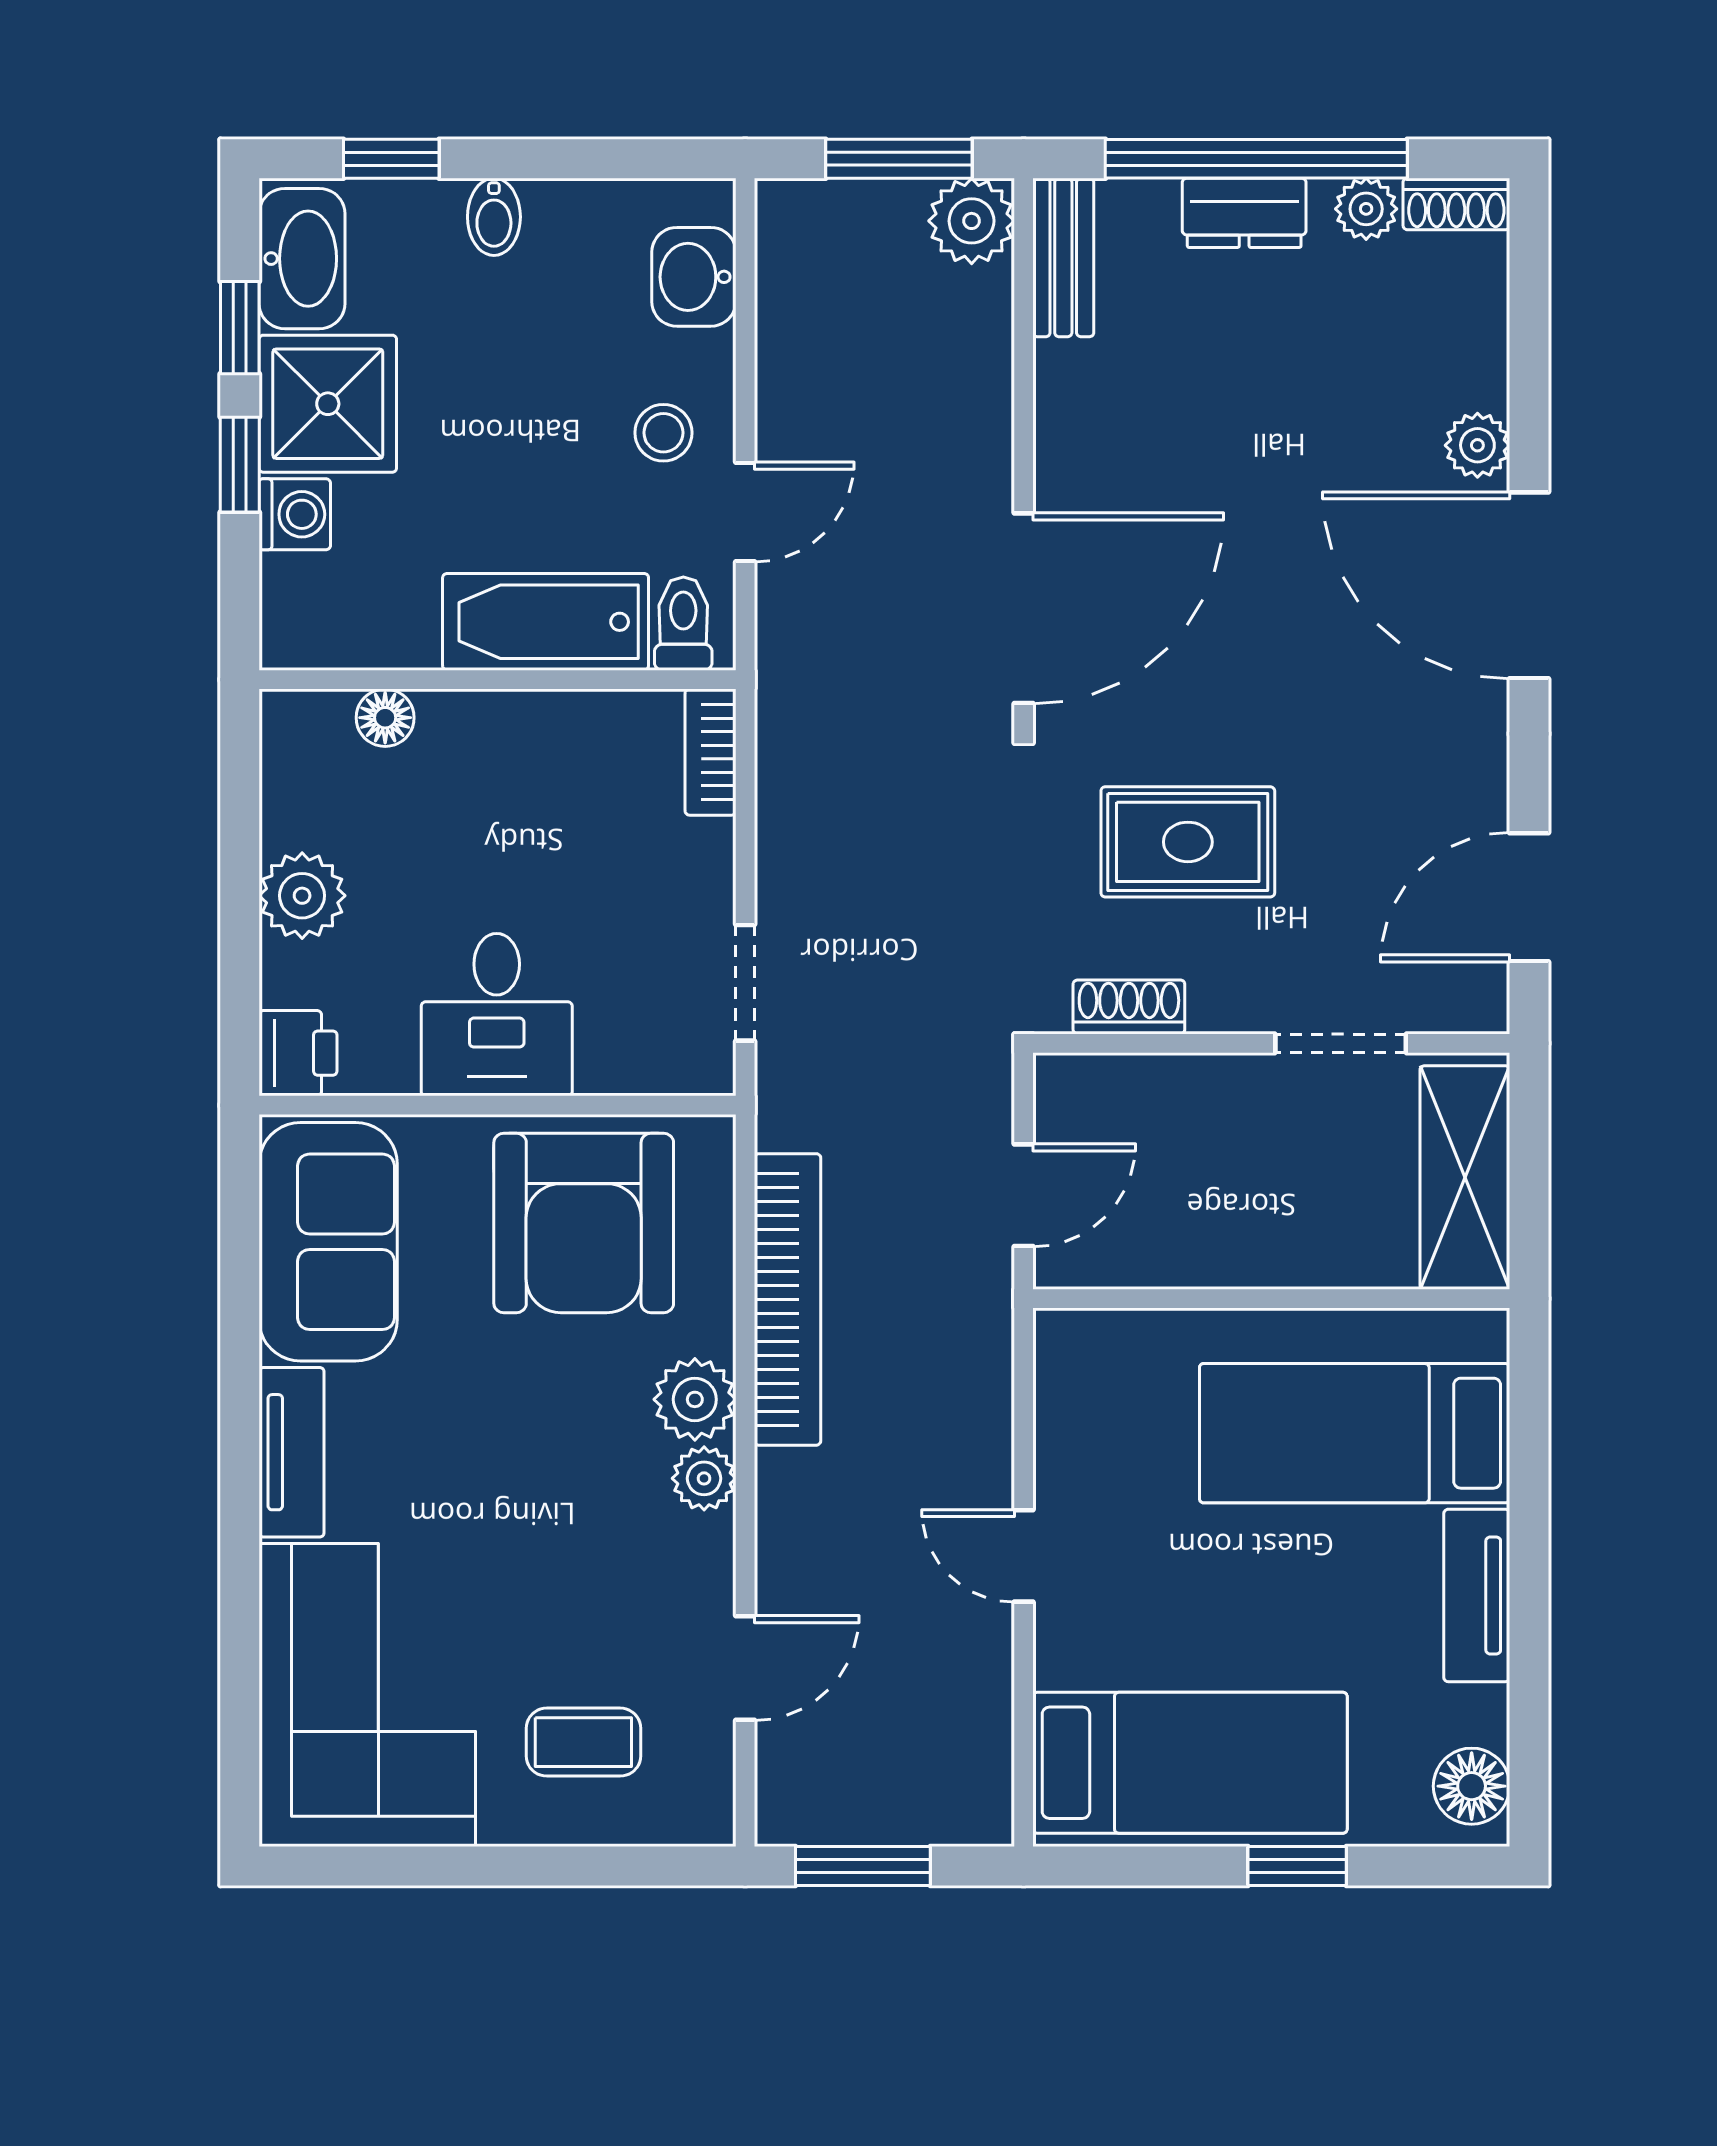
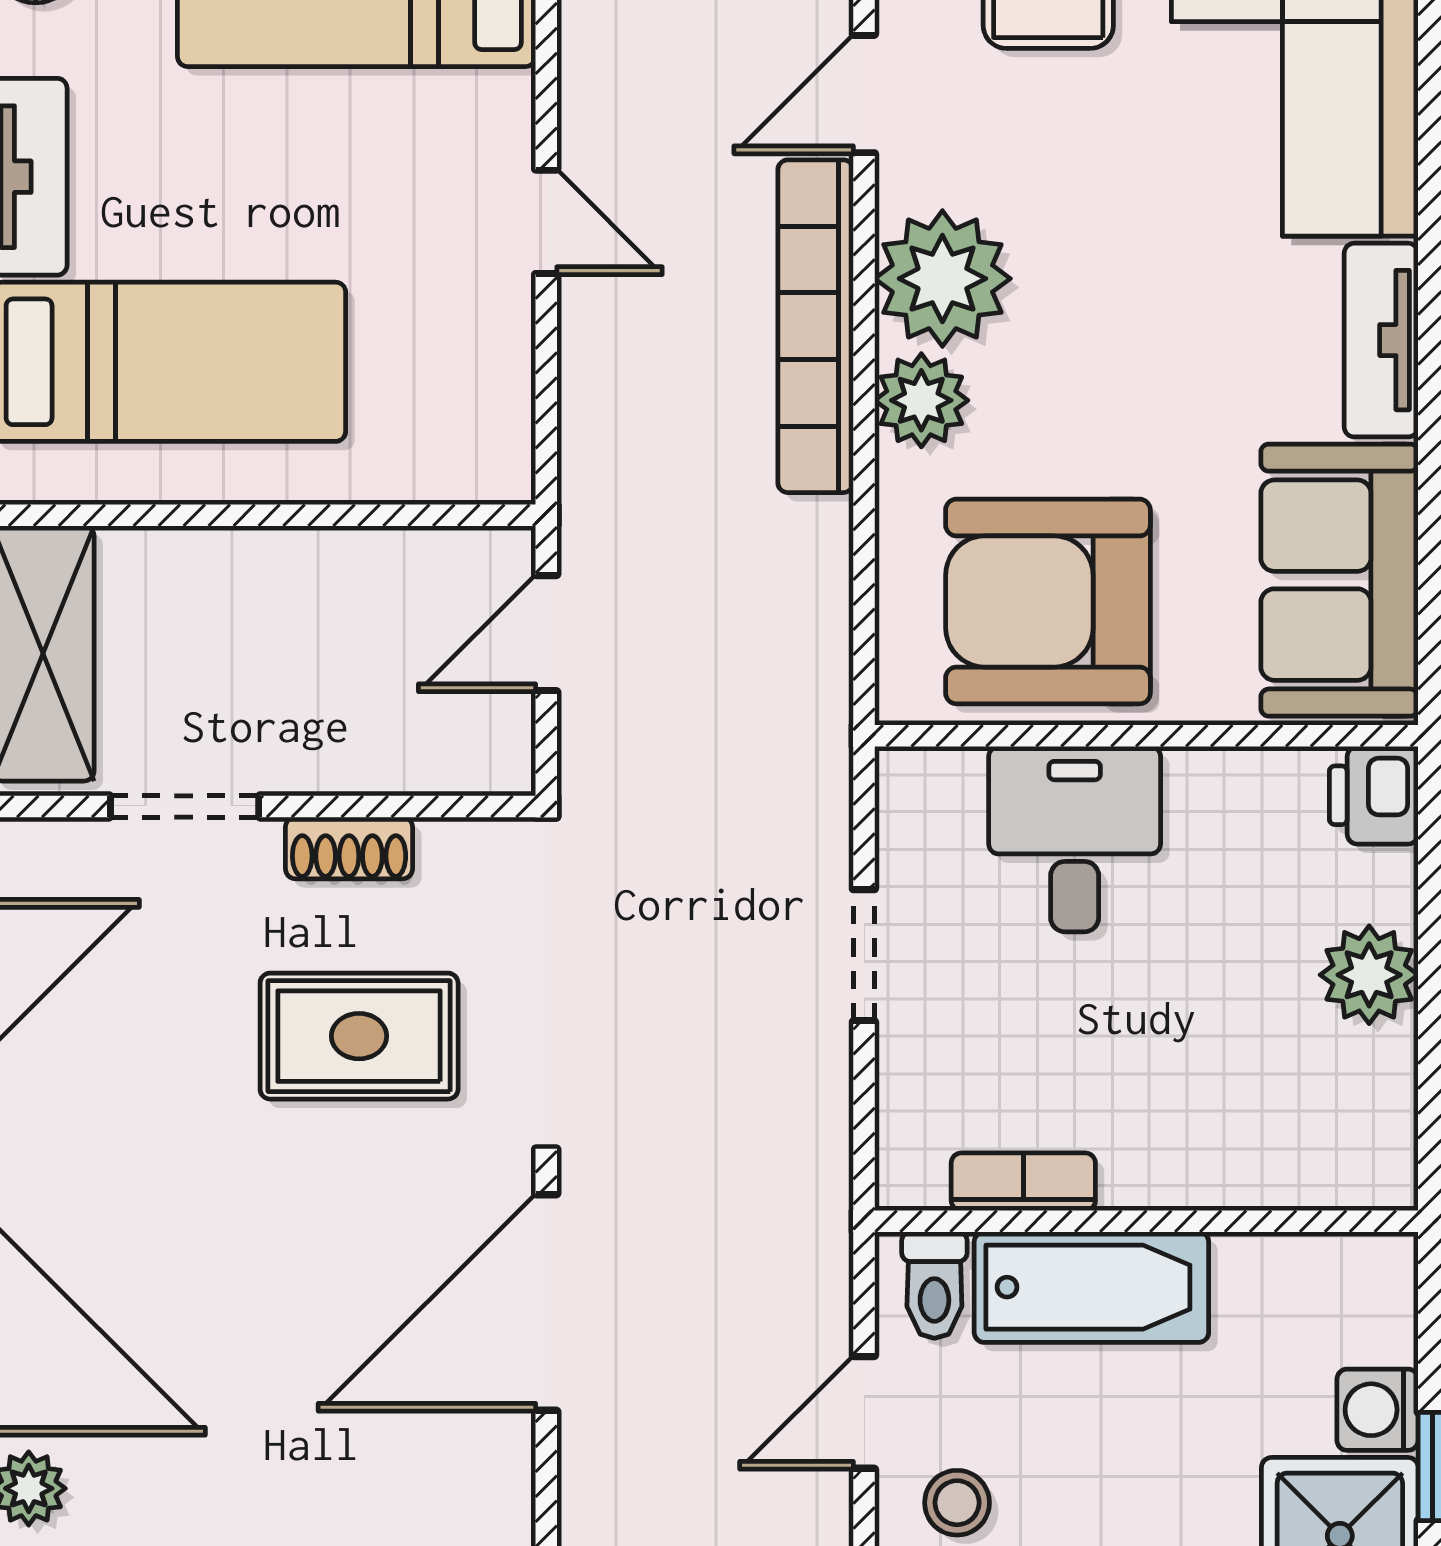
floor lamp: (385, 718) -> (1274, 1178), removed
bookcase: (711, 752) -> (1023, 1182), moved, turned -90
doorway: (745, 983) -> (864, 955), moved
shoe rack: (1129, 1007) -> (349, 848), moved
desk: (497, 1015) -> (1075, 839), moved
armchair: (584, 1223) -> (1048, 601), turned -90
bookcase: (787, 1299) -> (816, 326), moved
plant: (704, 1478) -> (942, 279), width x1.87, depth x1.87

